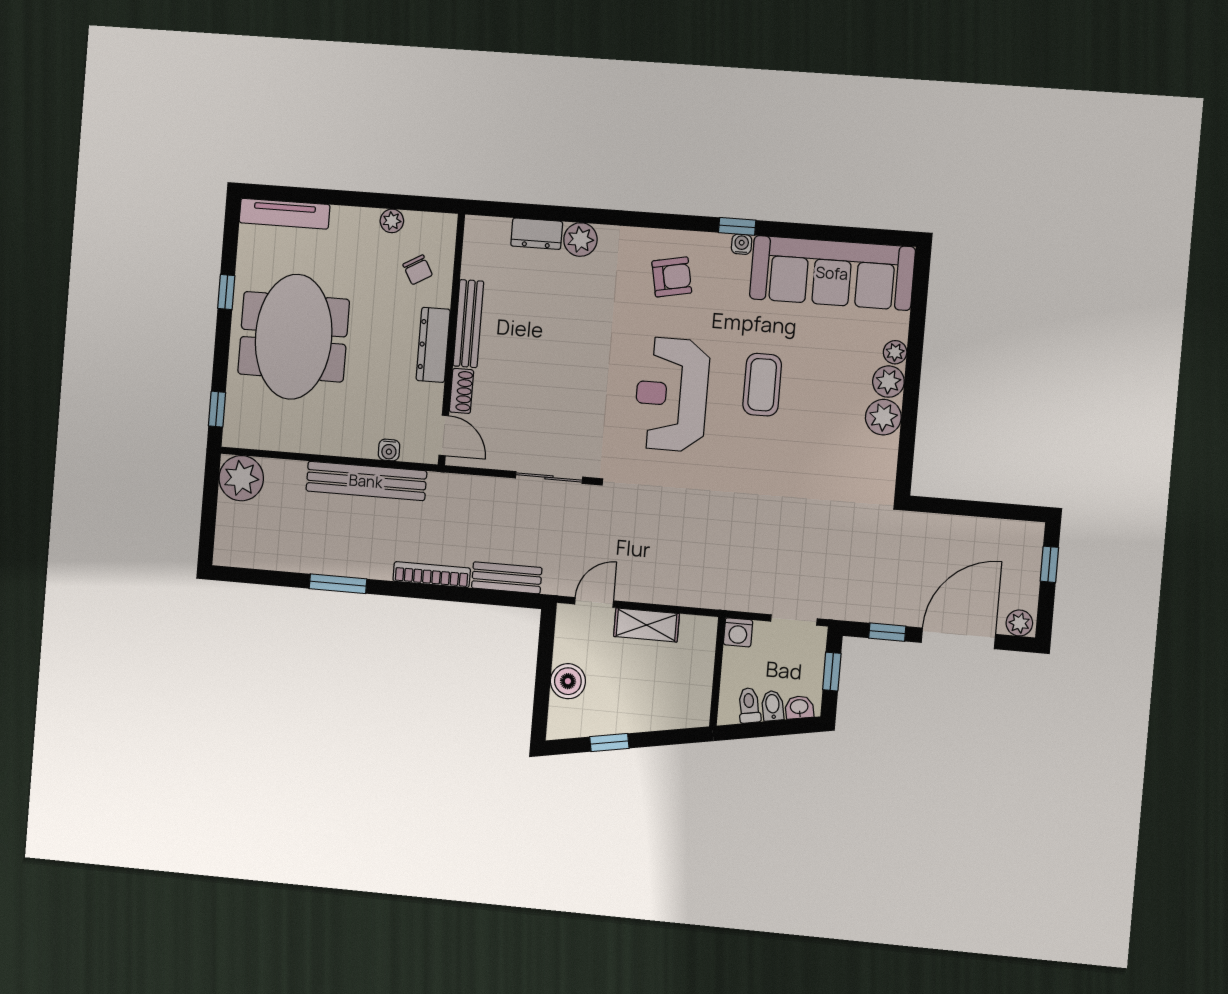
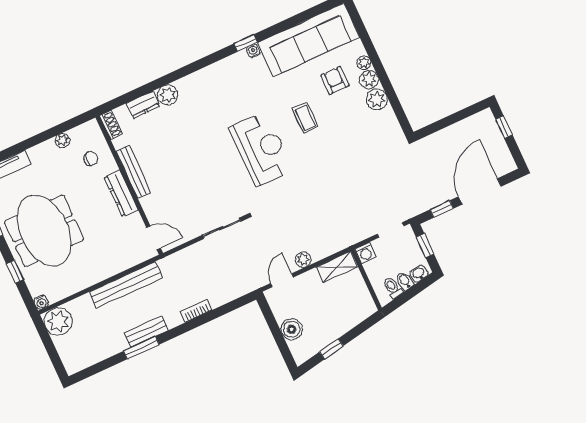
chair: (418, 270) -> (91, 159), turned -60
armchair: (672, 277) -> (335, 80), moved, turned -79
coffee table: (762, 385) -> (305, 118), width x0.73, depth x0.77
shoe rack: (461, 391) -> (111, 125), moved
reception desk: (672, 394) -> (261, 149), turned 180
window: (217, 409) -> (15, 272), moved
water cooler: (389, 450) -> (41, 302), moved
bookcase: (432, 575) -> (196, 311), width x0.64
bench: (507, 578) -> (146, 332), moved
plant: (1019, 623) -> (303, 260), moved
shelving: (646, 625) -> (337, 267), moved

